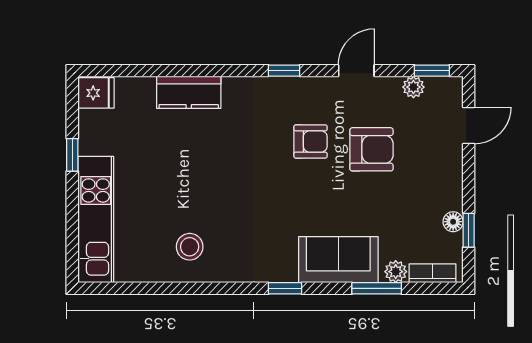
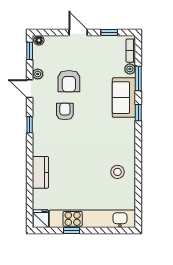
plant: (413, 87) -> (38, 74), moved
door: (469, 125) -> (78, 33), moved
armchair: (371, 149) -> (69, 81), turned 180
kitchen unit: (96, 220) -> (92, 219), width x1.36
floor lamp: (453, 222) -> (39, 40), moved
window: (285, 288) -> (138, 113), moved

